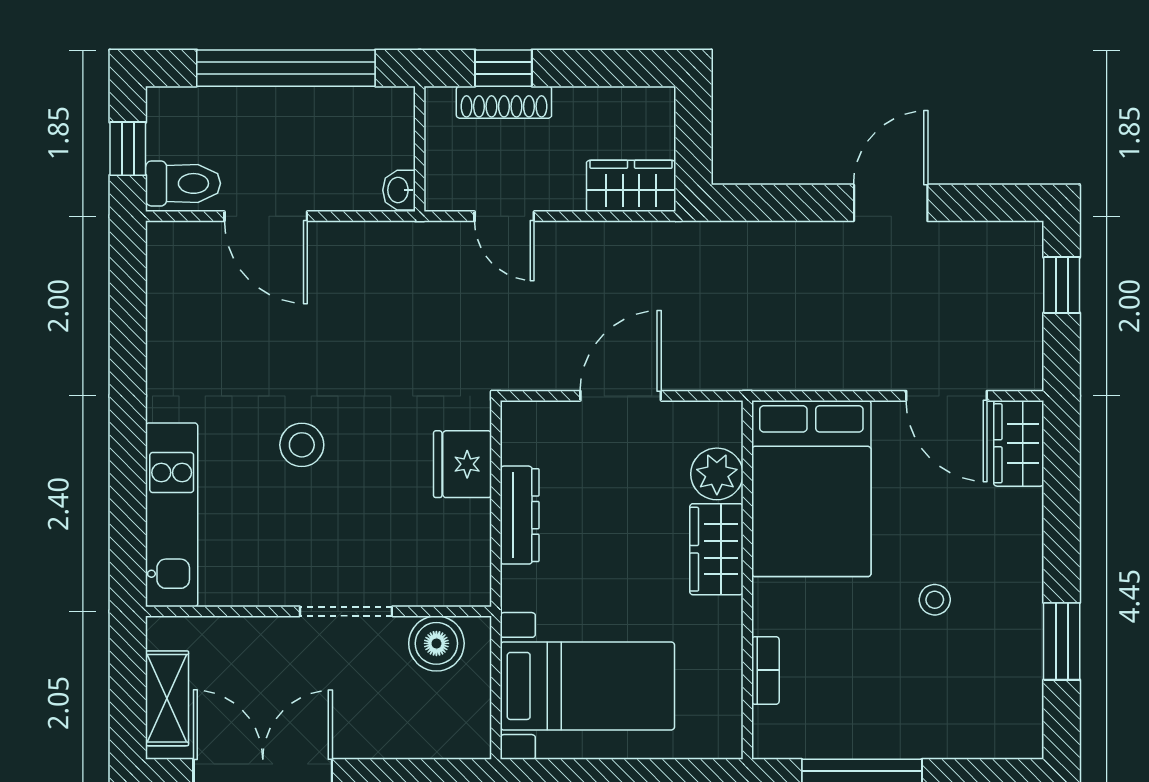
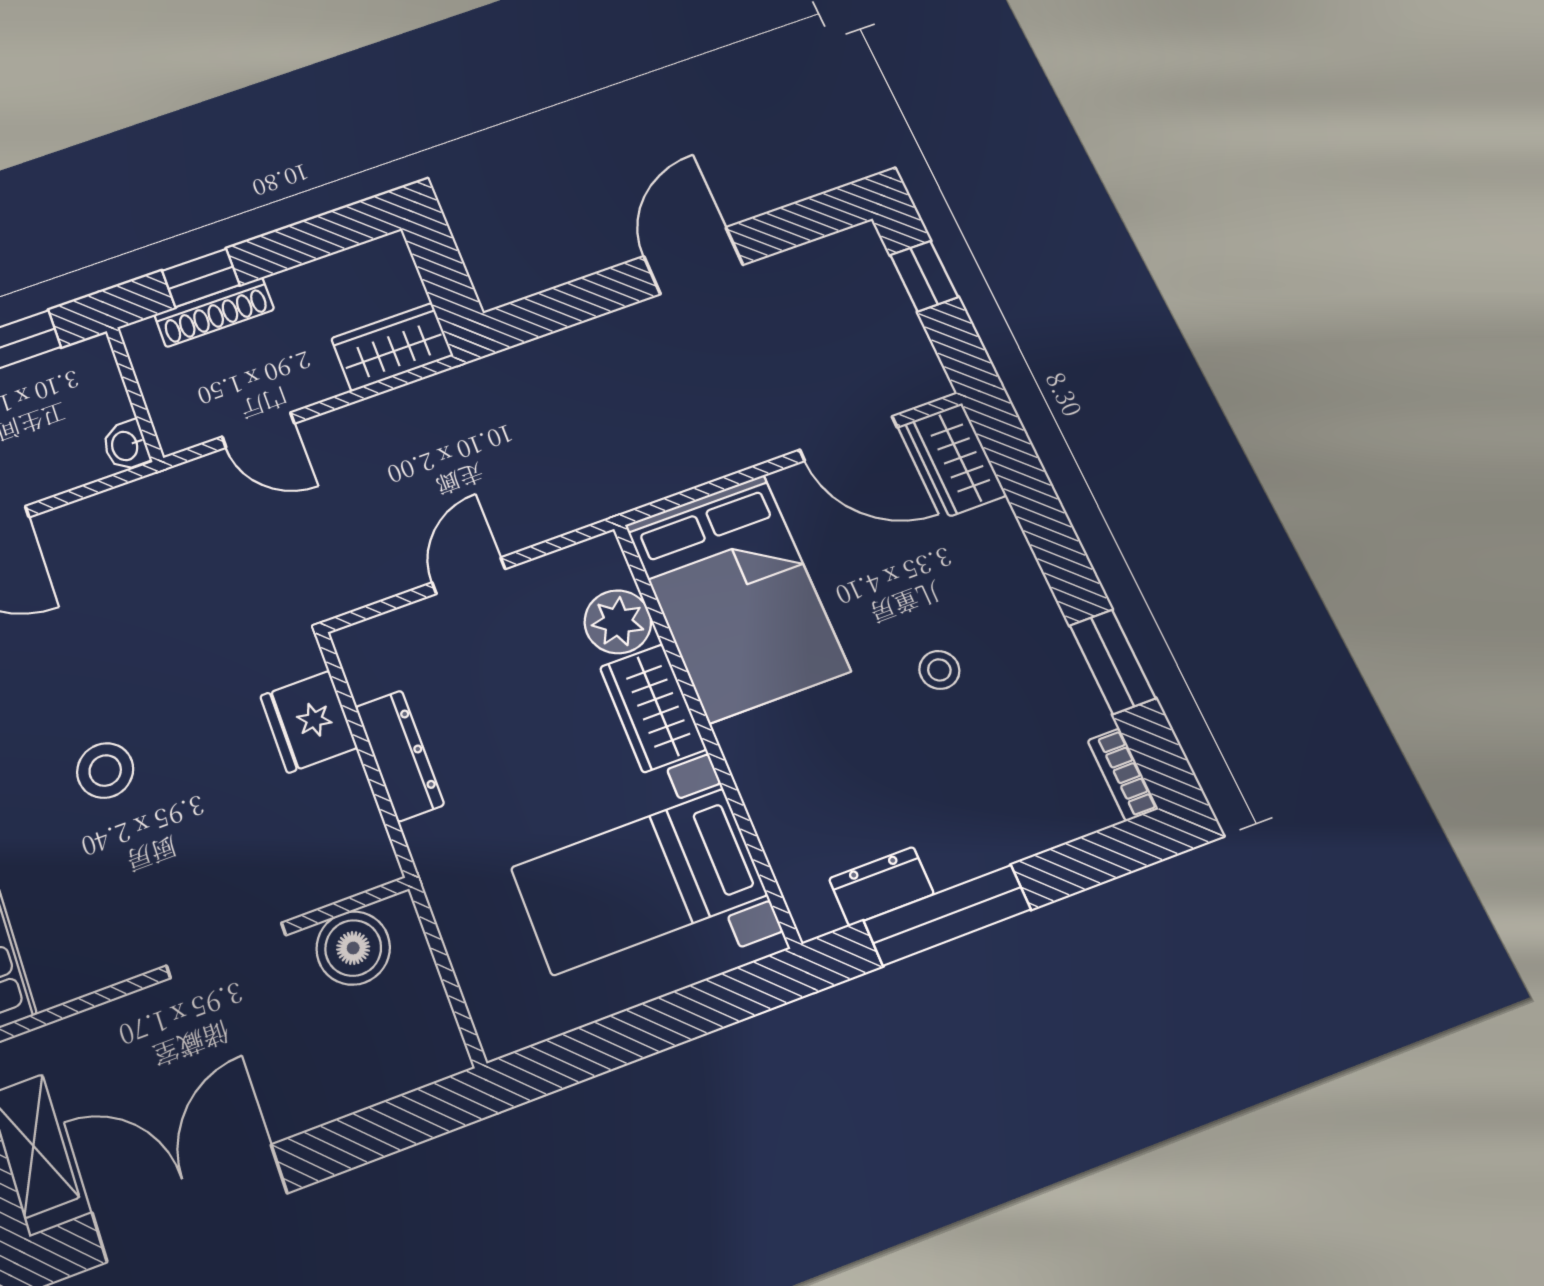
door: (621, 396) -> (469, 576), width x0.73
bookcase: (765, 670) -> (1123, 775), moved, turned 180
bed with nightstands: (587, 686) -> (639, 881), moved, turned 180
dresser: (825, 740) -> (881, 886), added

